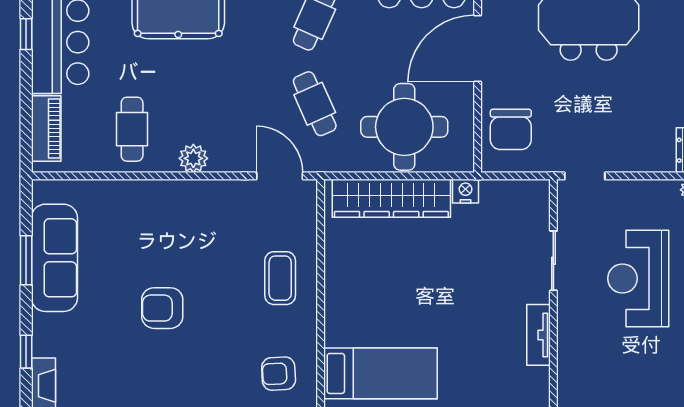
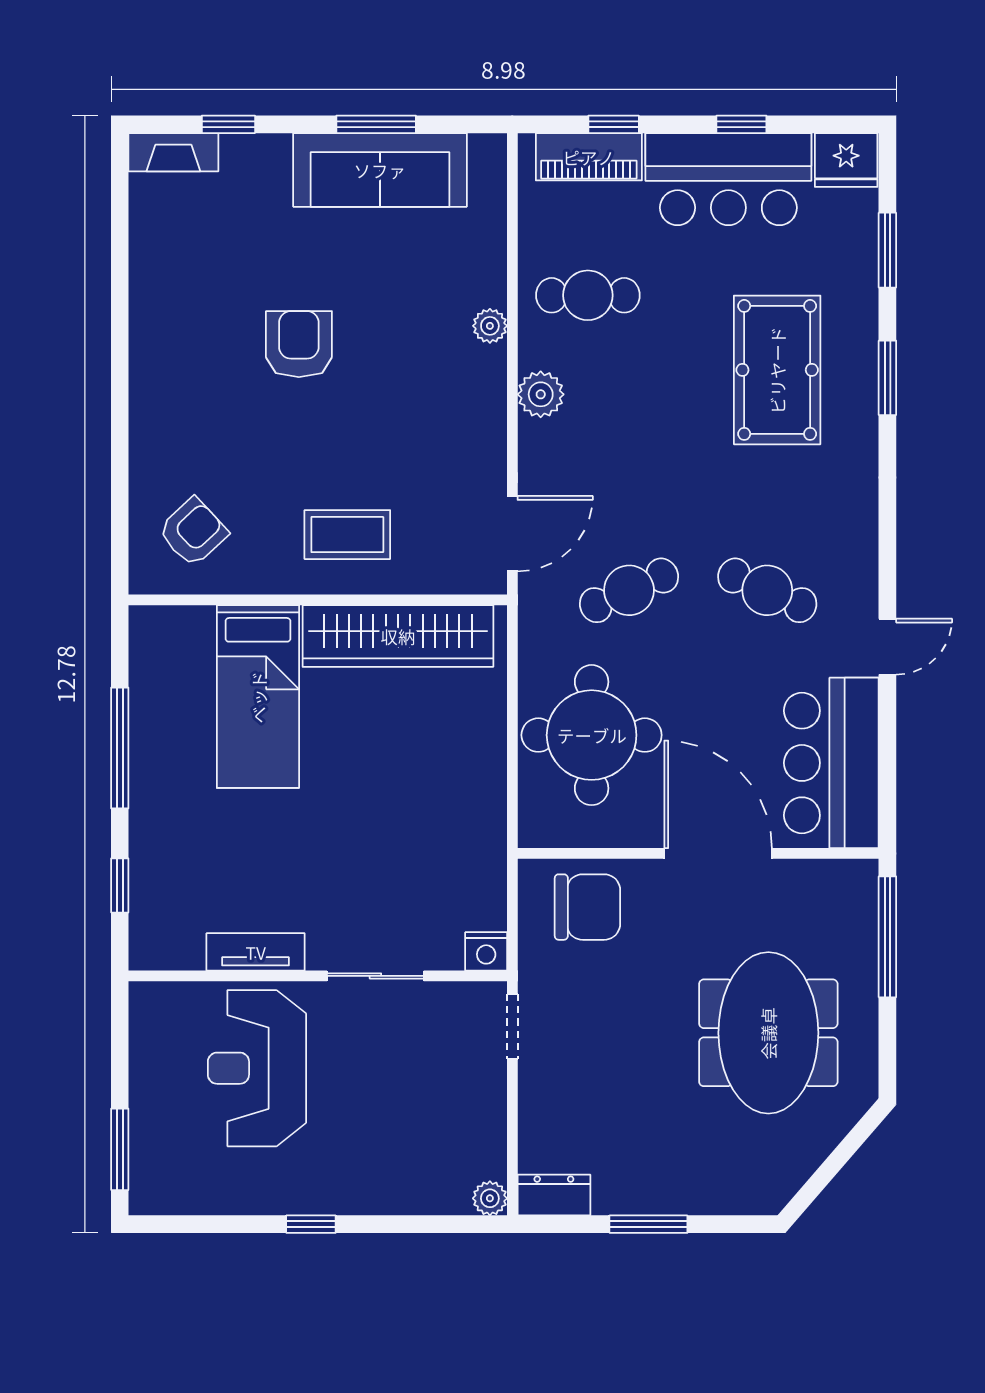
window: (26, 113) -> (614, 124), added
chair: (511, 129) -> (587, 907), turned 180
plant: (151, 190) -> (490, 326), added
nightstand: (466, 191) -> (486, 951), moved, turned 90
wardrobe: (391, 198) -> (398, 636), moved, turned -90
reception desk: (638, 279) -> (257, 1068), moved, turned -90
bed: (380, 373) -> (258, 697), moved
armchair: (279, 374) -> (193, 532), turned 50

